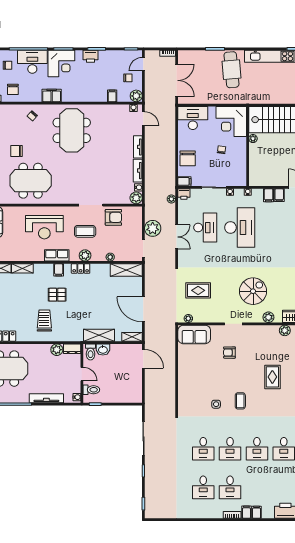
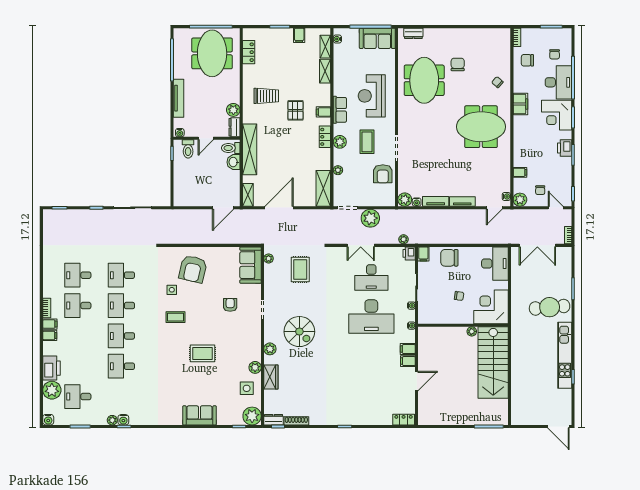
shelving: (99, 335) -> (250, 149), width x1.47
armchair: (198, 386) -> (193, 269), added

